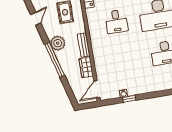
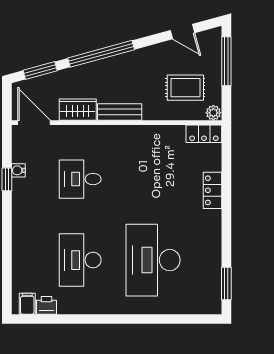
desk: (116, 21) -> (80, 179), moved
plant: (58, 43) -> (131, 65), removed
window: (69, 91) -> (40, 71), added

